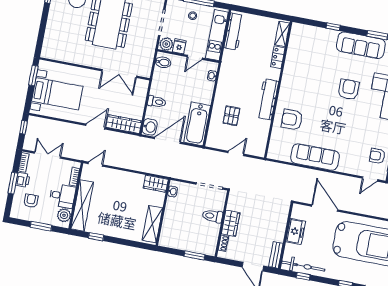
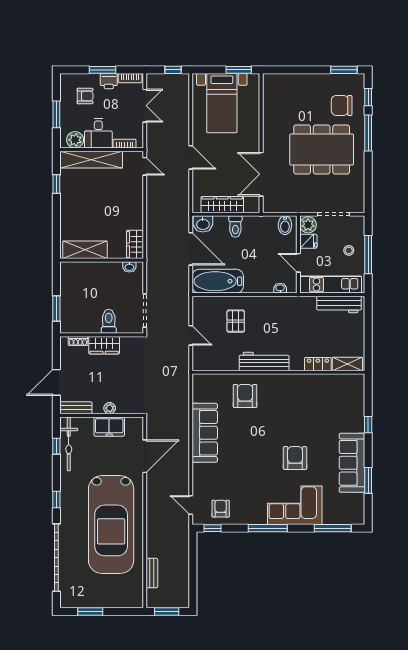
armchair: (349, 89) -> (295, 458), turned -90
pallet: (231, 116) -> (236, 321), turned 90
wardrobe: (124, 124) -> (222, 205), moved, turned -90
plant: (281, 228) -> (110, 408), added

